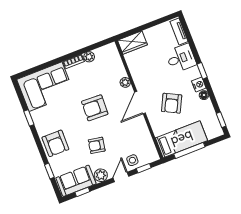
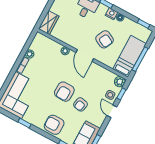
armchair: (95, 108) -> (64, 92), moved
armchair: (55, 143) -> (54, 125), turned 180
plant: (101, 175) -> (120, 82), moved

